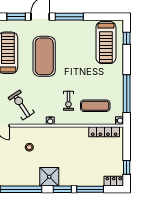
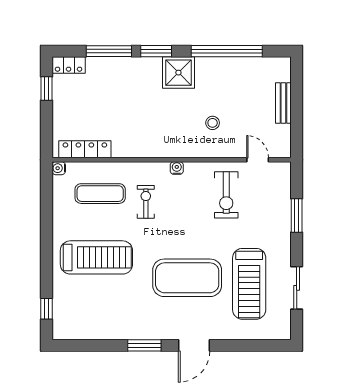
window: (16, 17) -> (235, 345), removed
window: (69, 17) -> (144, 345), width x0.69
treadmill: (106, 43) -> (96, 257), moved, turned 90
exercise mat: (44, 56) -> (187, 278), turned 90
window: (127, 94) -> (46, 214), removed
exercise bike: (21, 105) -> (226, 195), turned 33

